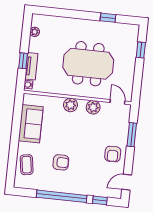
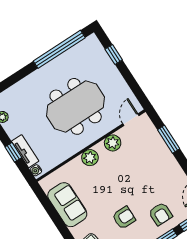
window: (108, 18) -> (59, 49), width x3.17
door: (117, 102) -> (131, 120), hinge flipped
armchair: (113, 154) -> (160, 214), moved

